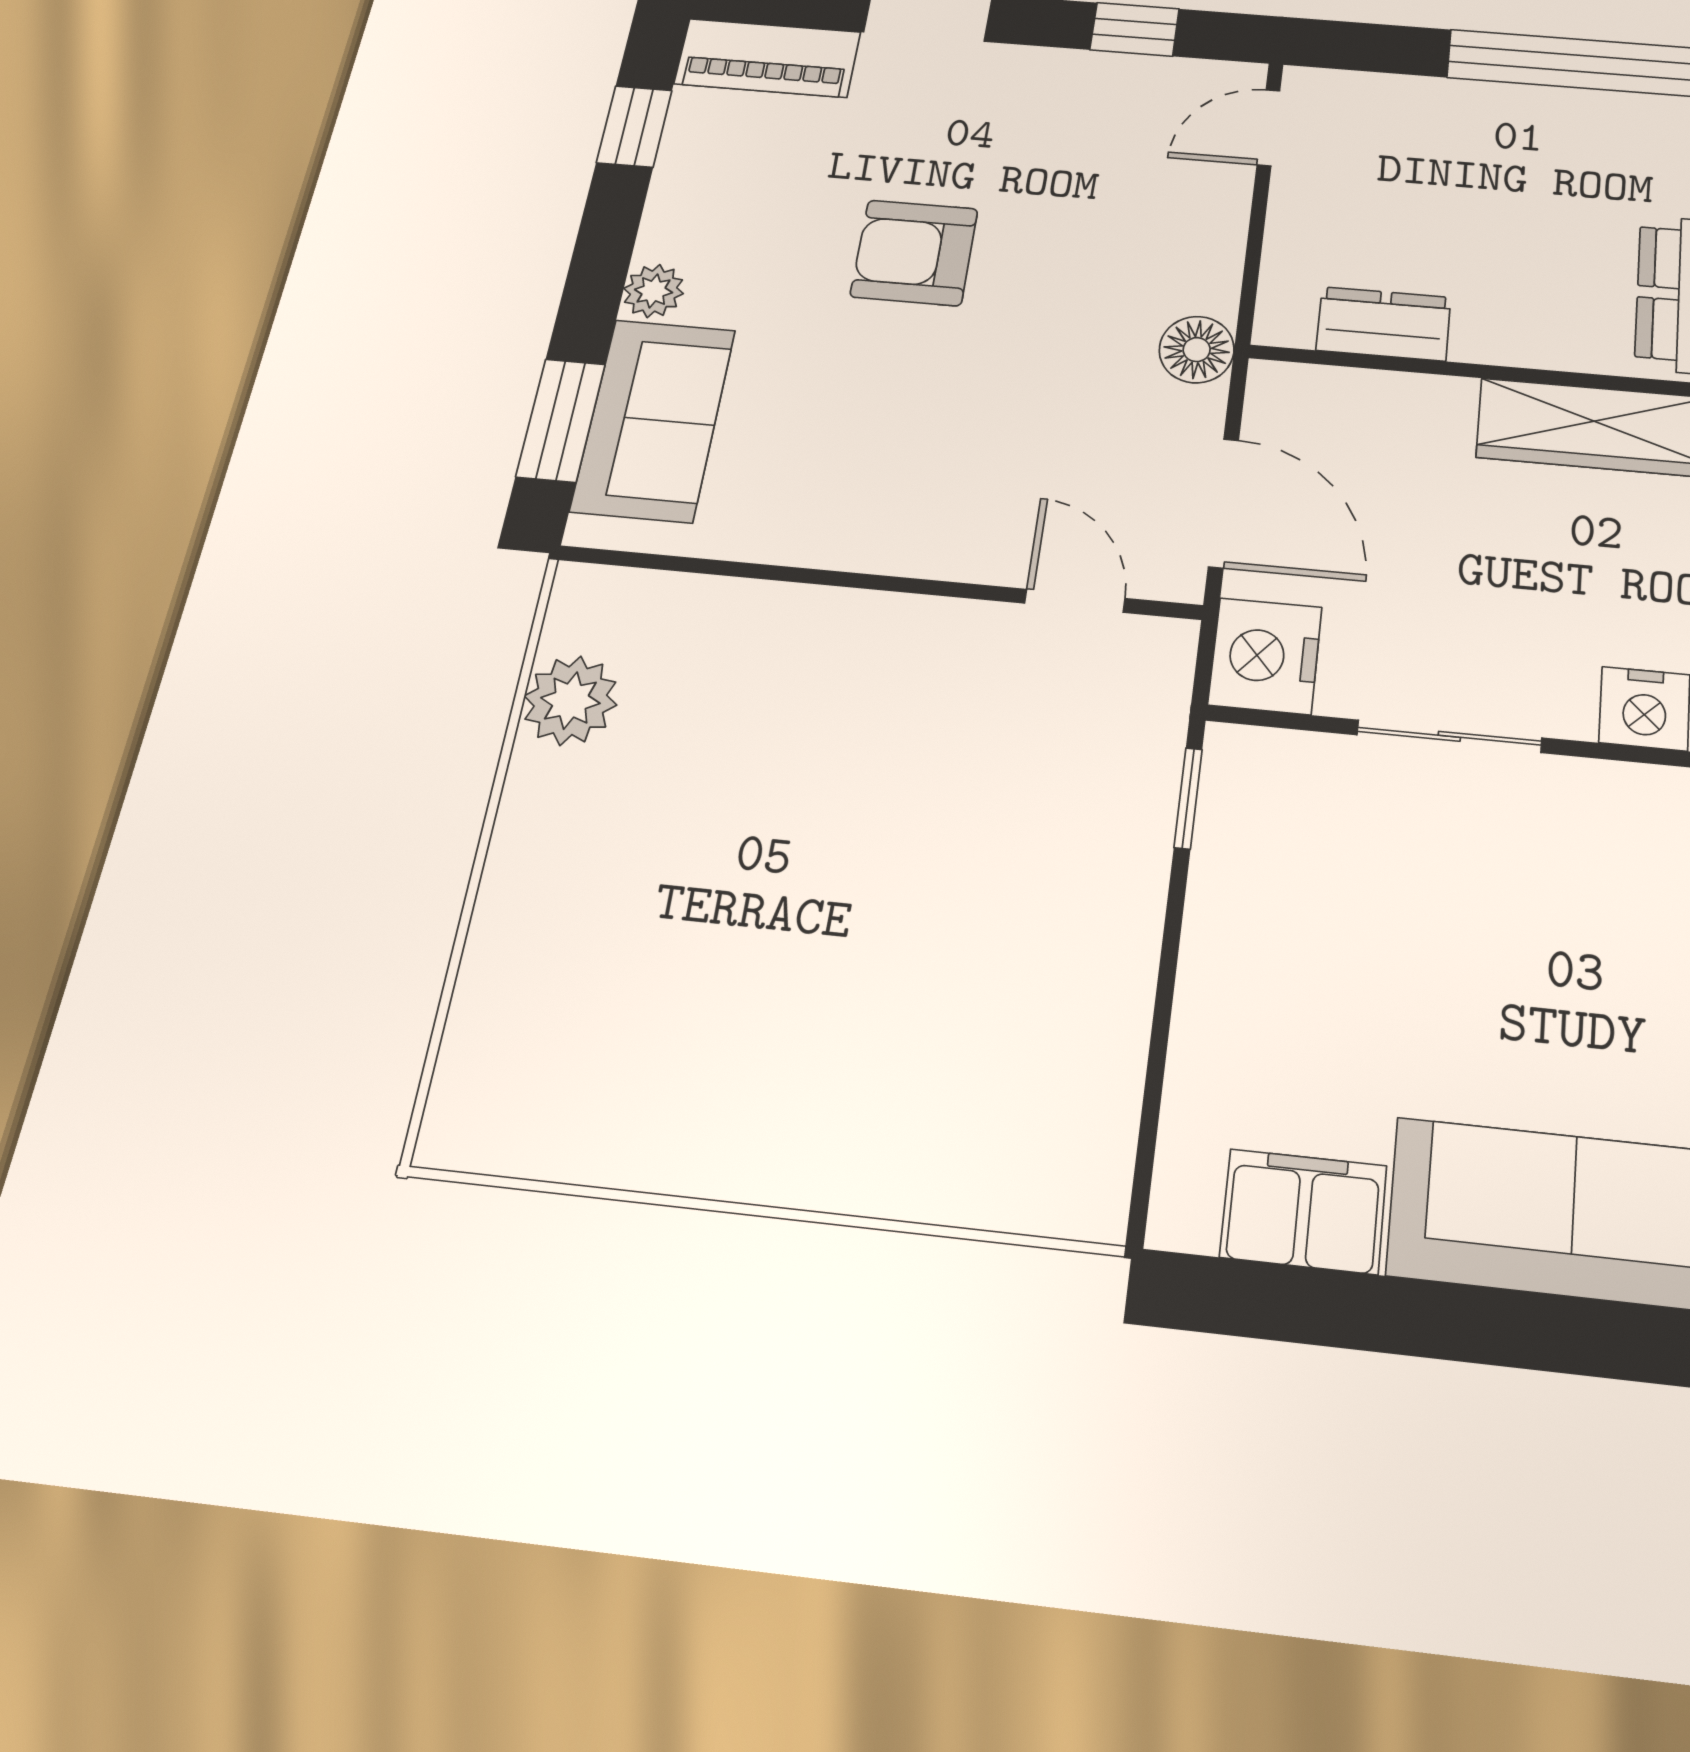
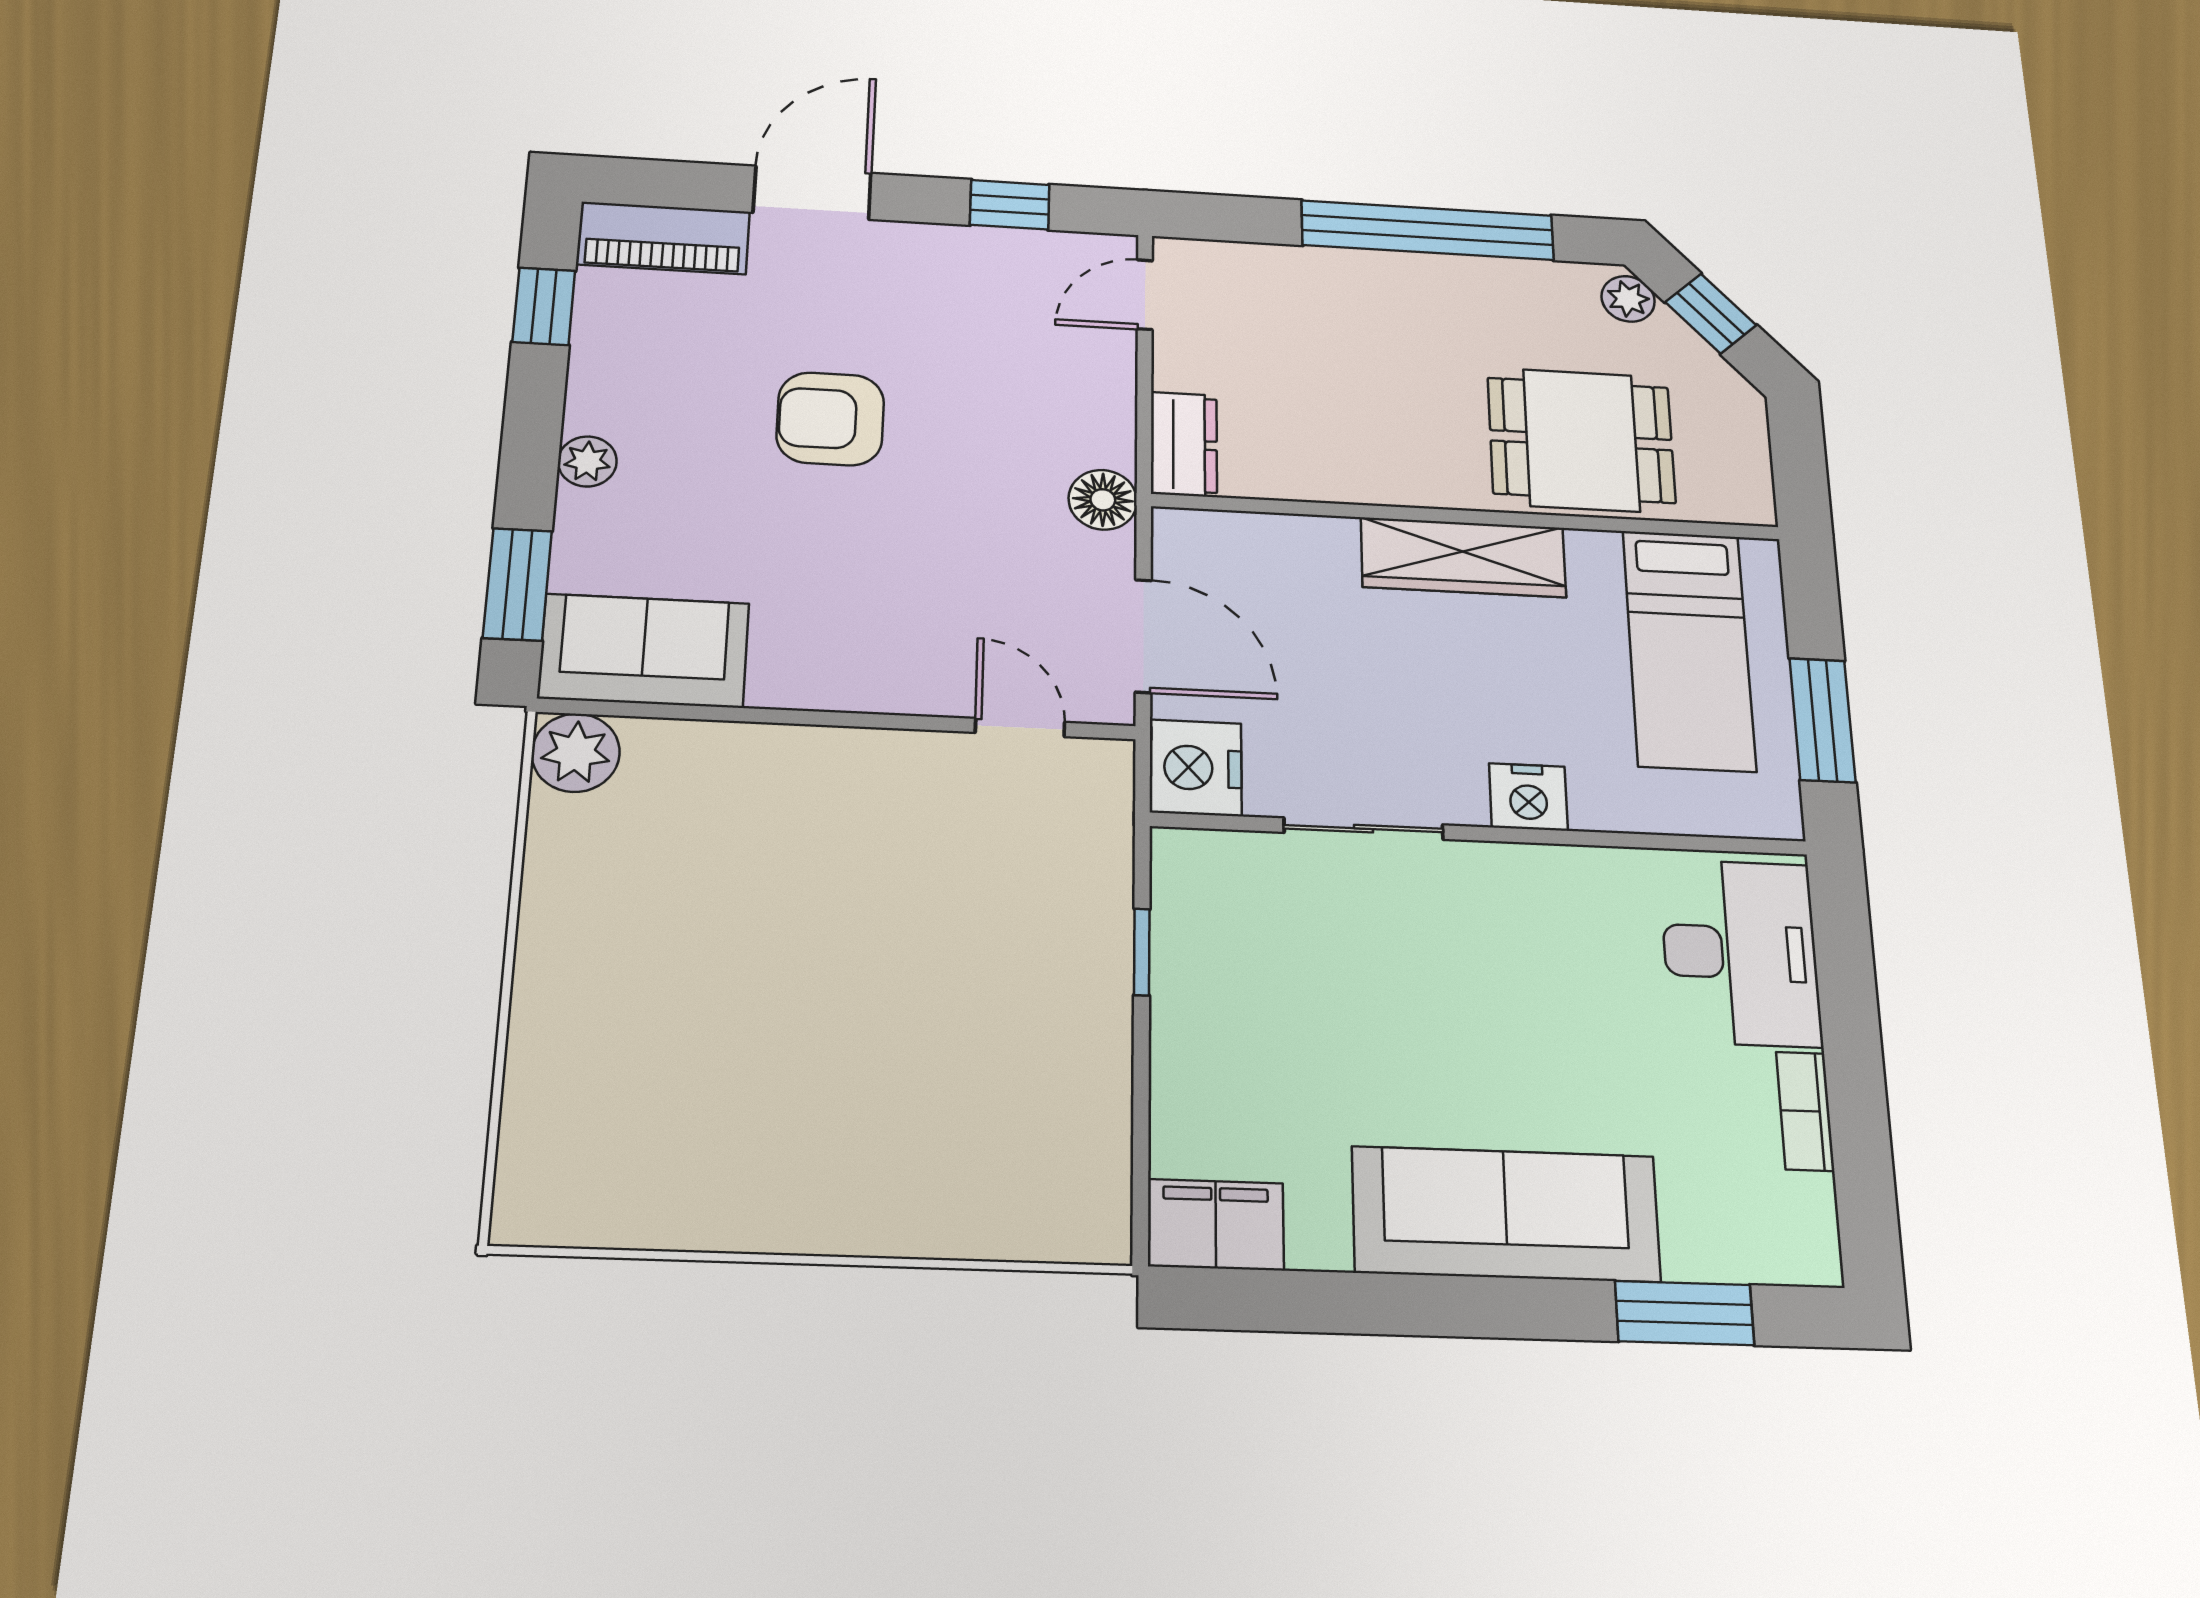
dresser: (1384, 324) -> (1184, 444), moved, turned 90
sofa: (653, 420) -> (644, 651), moved, turned -90
plant: (570, 701) -> (576, 753), moved
window: (1188, 798) -> (1142, 952), moved
filing cabinet: (1303, 1211) -> (1216, 1225), moved

